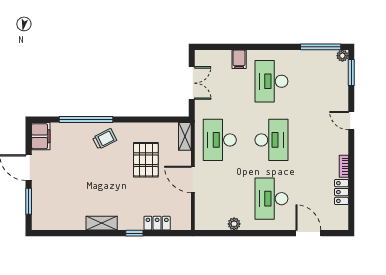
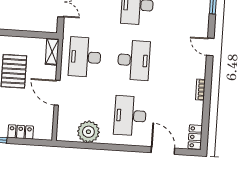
locker: (341, 192) -> (195, 137), moved
plant: (234, 224) -> (88, 132), width x1.87, depth x1.87

